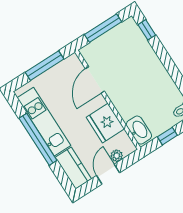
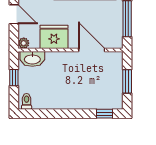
window: (103, 28) -> (127, 81), width x0.69
plant: (117, 156) -> (24, 43), moved

